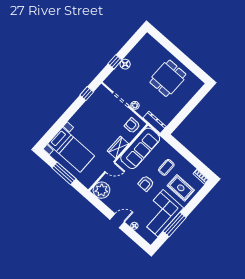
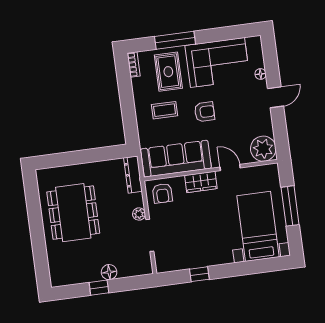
window: (115, 62) -> (99, 288), moved
dining table: (168, 78) -> (73, 213), width x1.38
window: (87, 94) -> (199, 274), moved
door: (117, 221) -> (276, 97), swing flipped
window: (175, 224) -> (175, 40), moved

